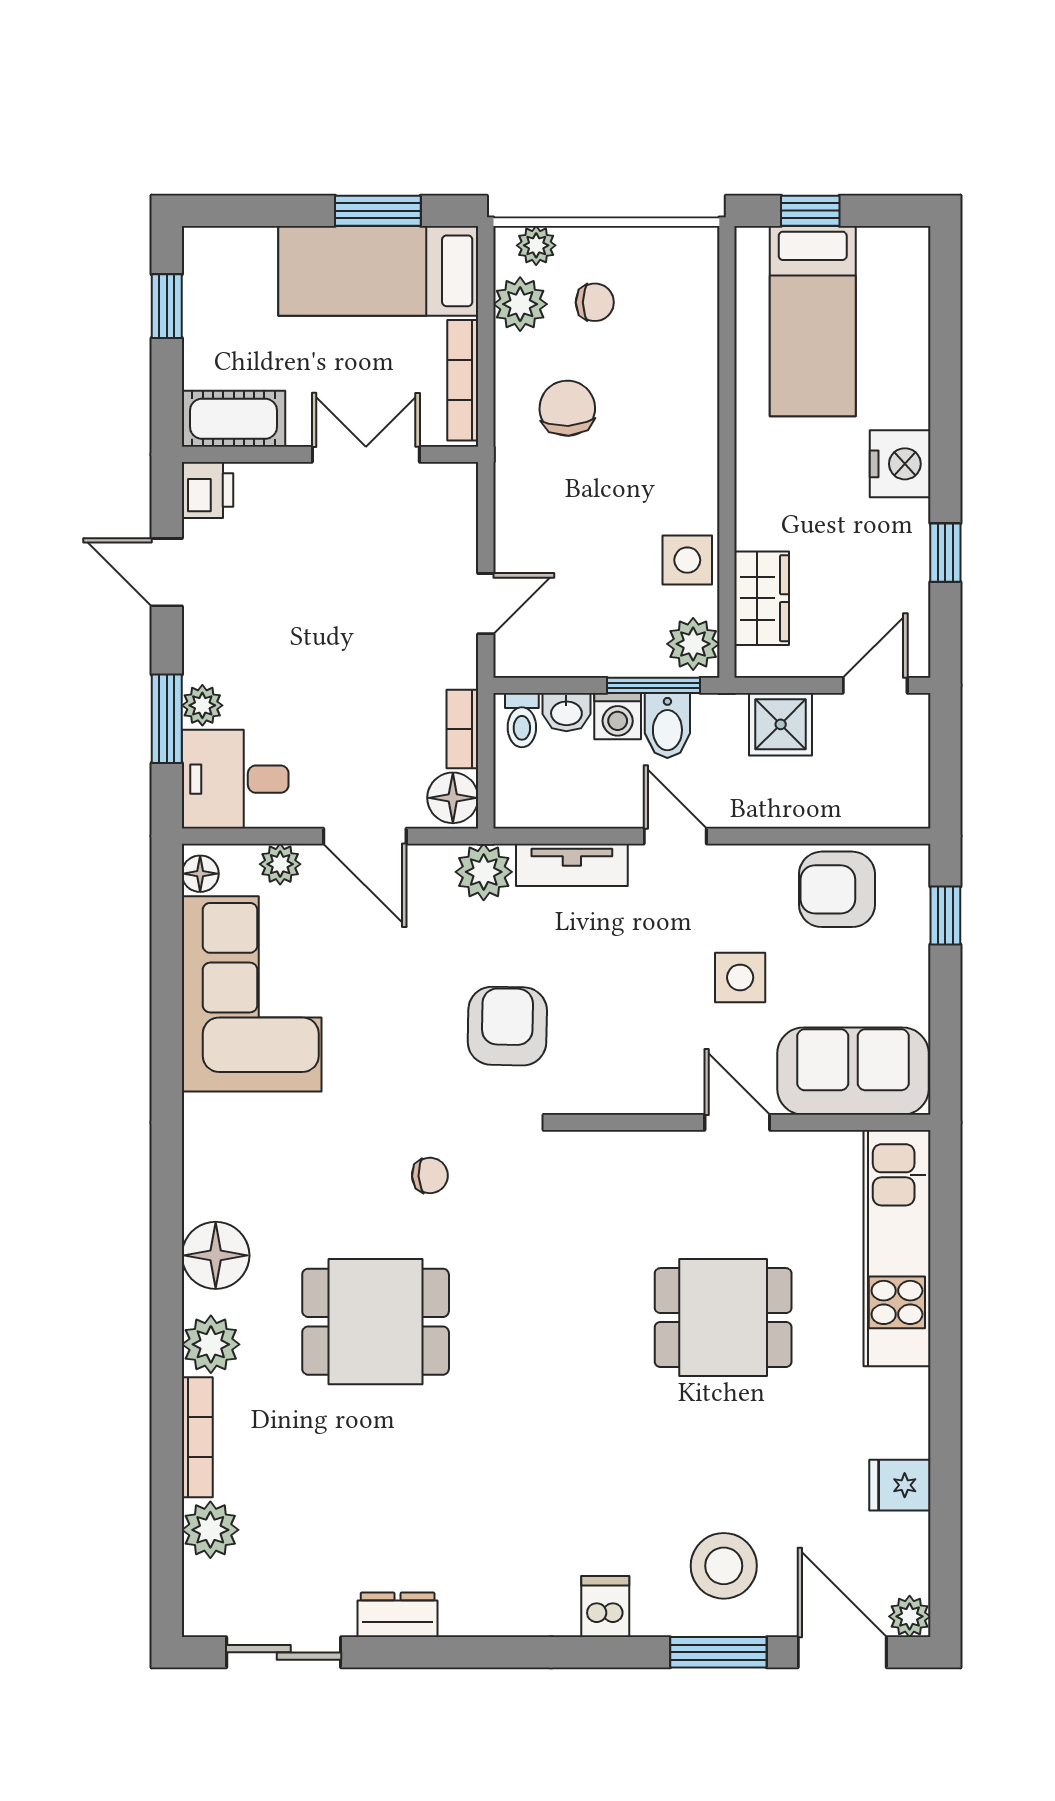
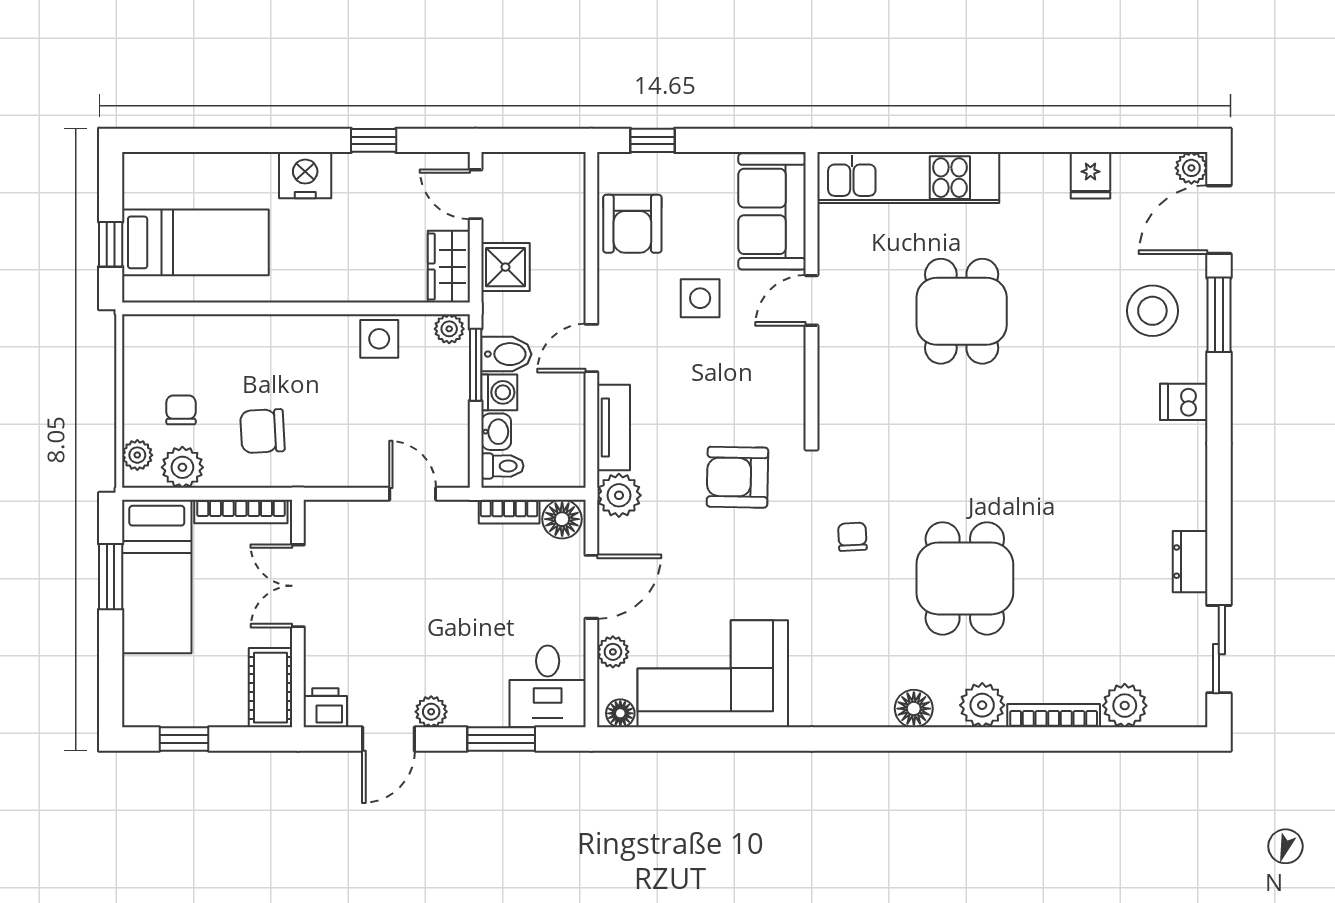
wardrobe: (762, 598) -> (449, 267), moved, turned -90
plant: (693, 644) -> (449, 329), width x0.73, depth x0.73
plant: (202, 705) -> (431, 712), moved
floor lamp: (216, 1255) -> (914, 709), width x0.73, depth x0.73

